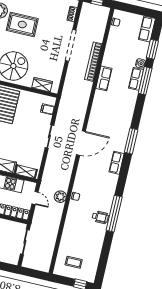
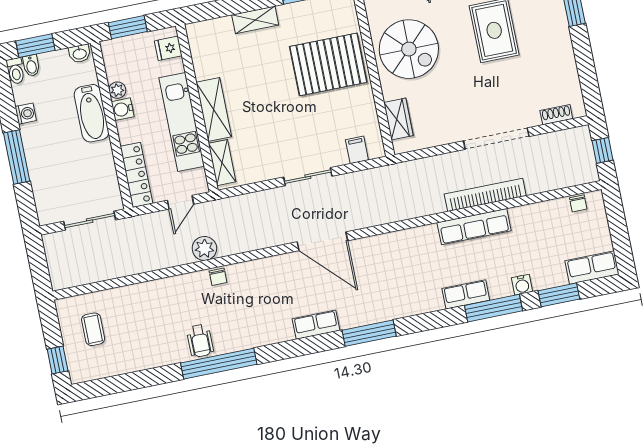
row of seats: (104, 78) -> (474, 227), width x1.48
row of seats: (136, 79) -> (466, 294), moved

